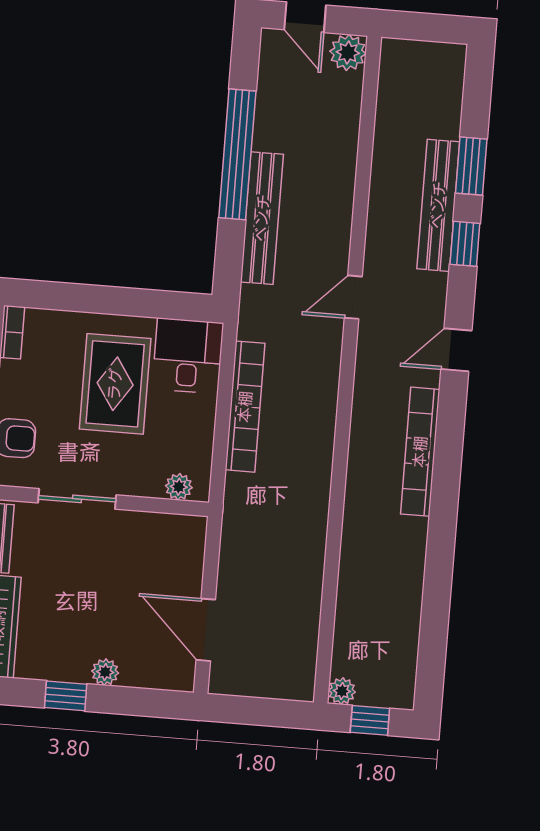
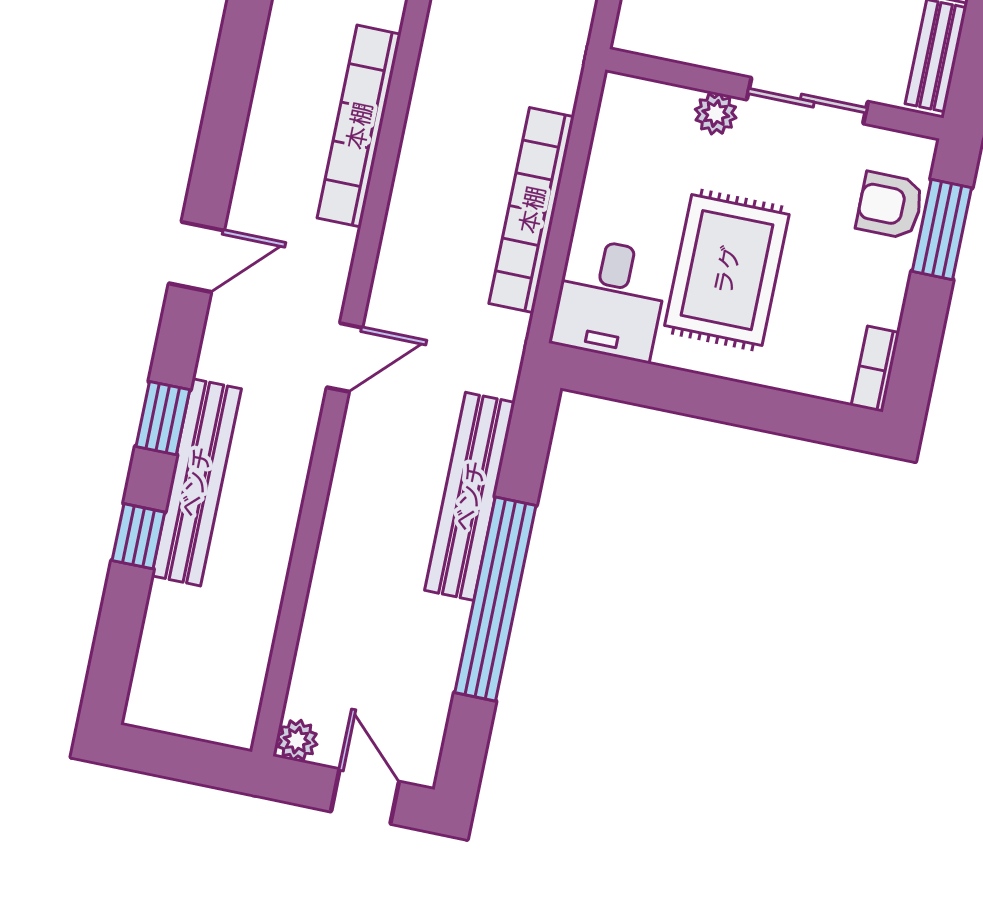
plant: (348, 53) -> (297, 740), width x0.73, depth x0.73
window: (471, 166) -> (138, 536), width x0.67
bookcase: (420, 452) -> (359, 126), moved, turned 180
plant: (179, 487) -> (716, 114), moved

